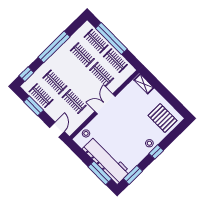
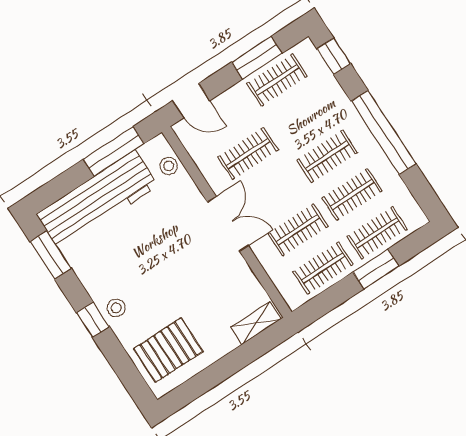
window: (111, 39) -> (376, 269), width x0.47
clothes rail: (55, 82) -> (327, 156), moved
window: (100, 173) -> (114, 151), moved

